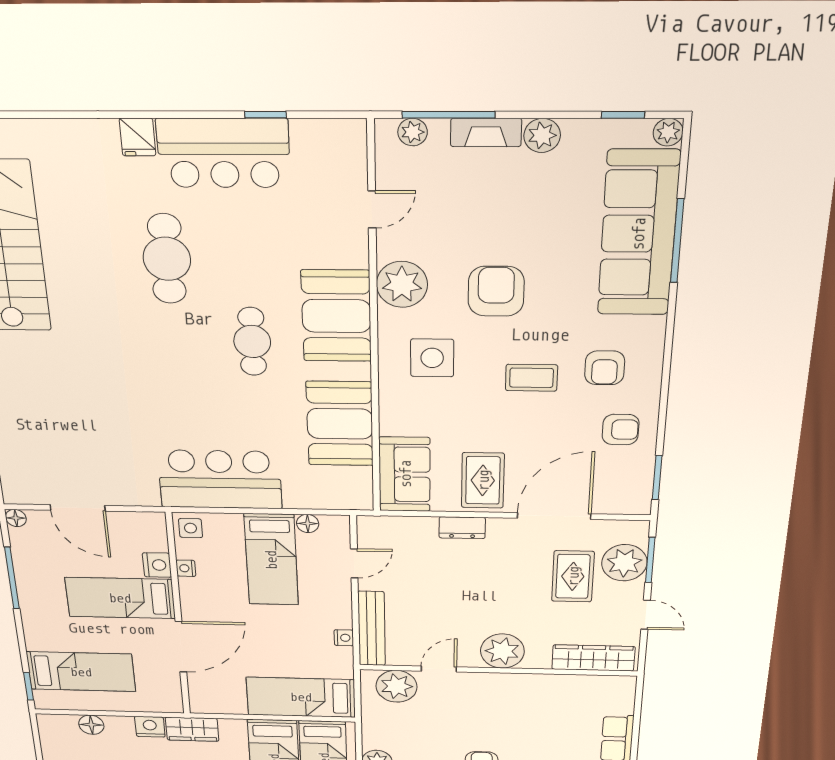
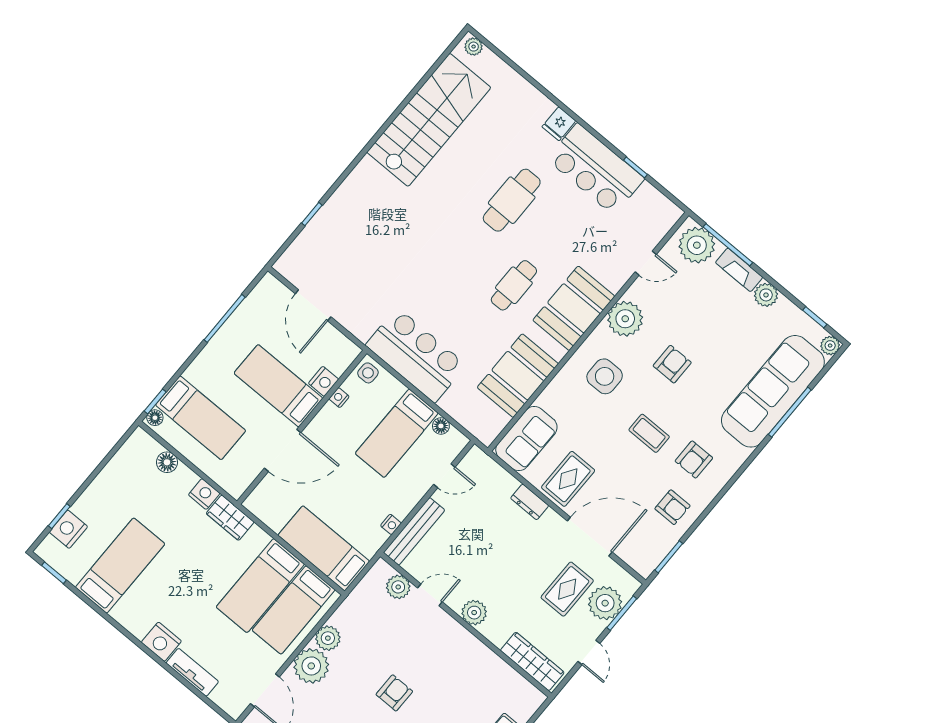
plant: (413, 132) -> (697, 245), width x1.88, depth x1.88
armchair: (496, 291) -> (672, 364), width x0.72, depth x0.72
floor lamp: (16, 518) -> (155, 418), moved
plant: (502, 651) -> (474, 613), width x0.73, depth x0.73
plant: (397, 686) -> (398, 587), width x0.73, depth x0.73

